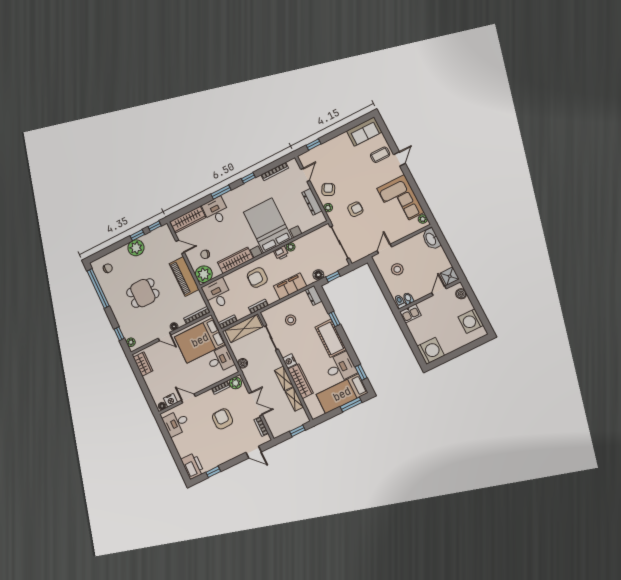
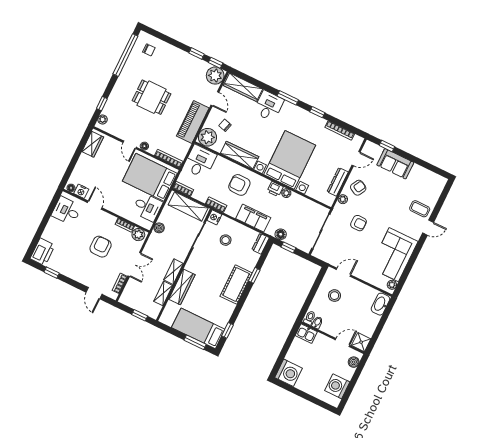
sofa: (364, 131) -> (395, 164), moved
plant: (136, 248) -> (215, 76), moved
nightstand: (289, 361) -> (214, 217), moved
desk: (340, 367) -> (218, 311), removed

